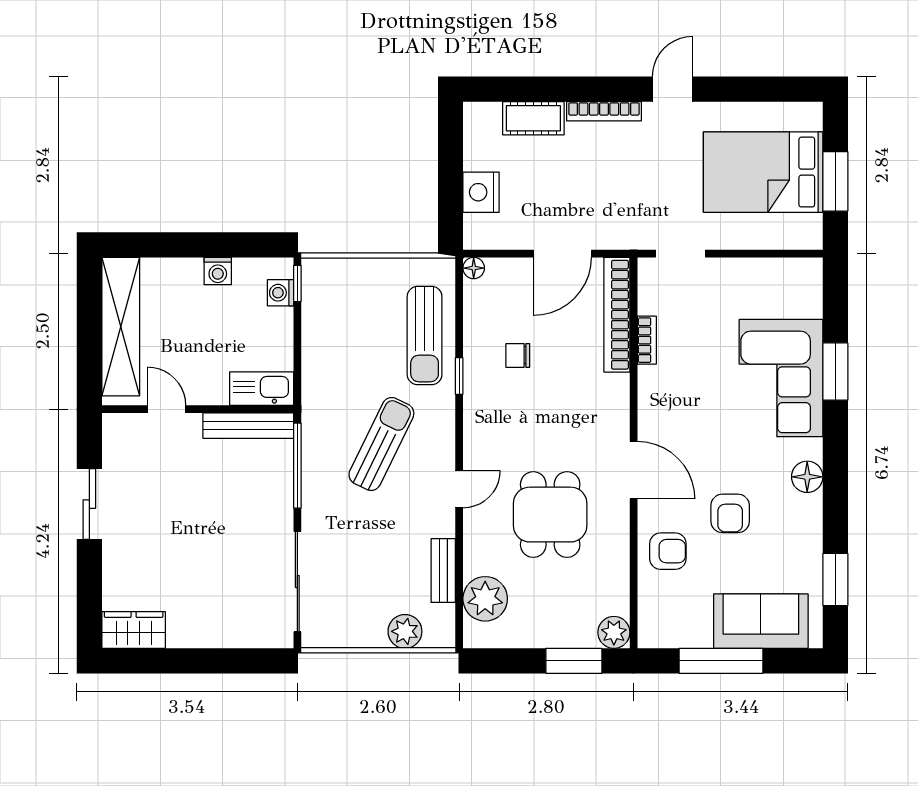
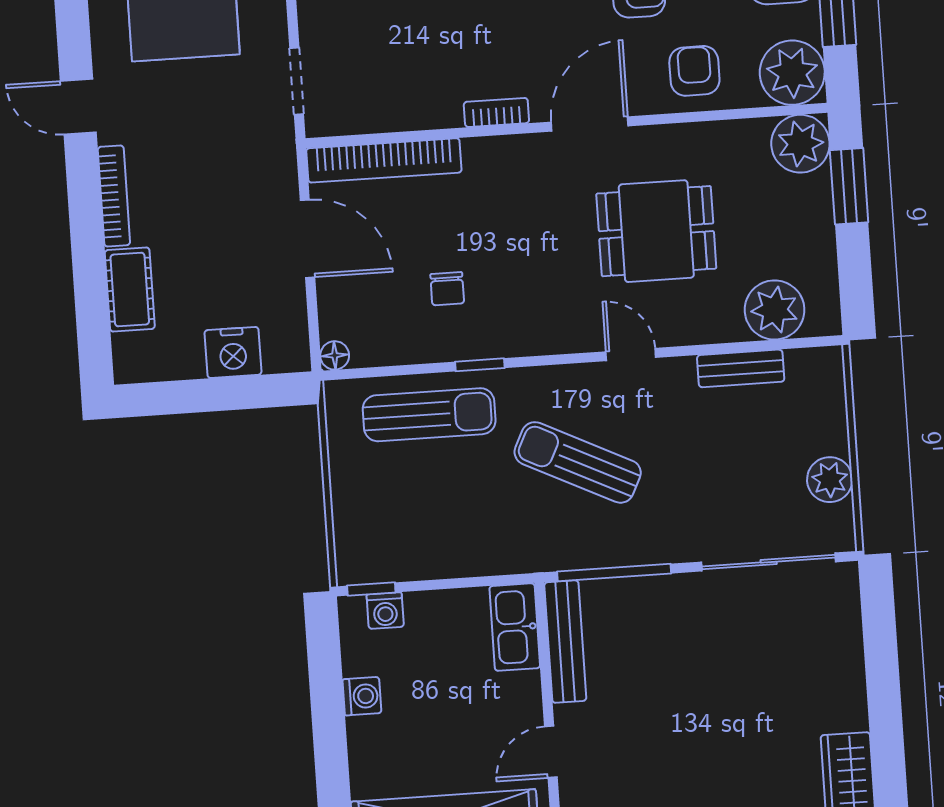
bookcase: (647, 340) -> (496, 112), moved
plant: (662, 624) -> (792, 73), added
plant: (405, 631) -> (830, 480), moved
plant: (614, 632) -> (800, 144), width x1.36, depth x1.36

